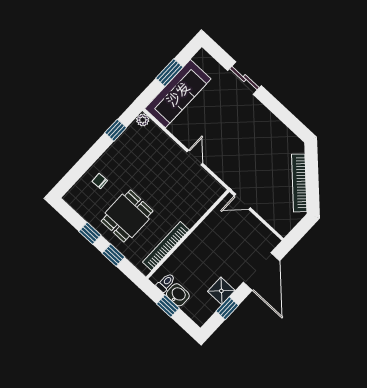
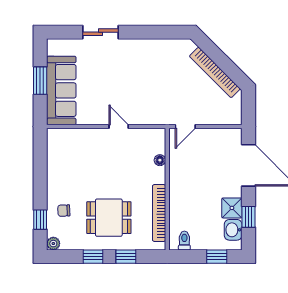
plant: (143, 120) -> (53, 244), moved
window: (116, 130) -> (40, 220), moved
floor lamp: (202, 209) -> (160, 160), added
dining table: (127, 216) -> (109, 218), turned 90
washbasin: (178, 295) -> (233, 230), moved, turned -90
window: (168, 306) -> (217, 257), moved

